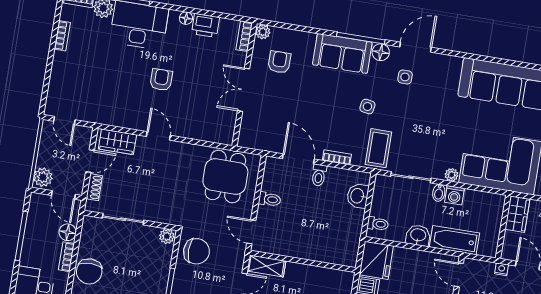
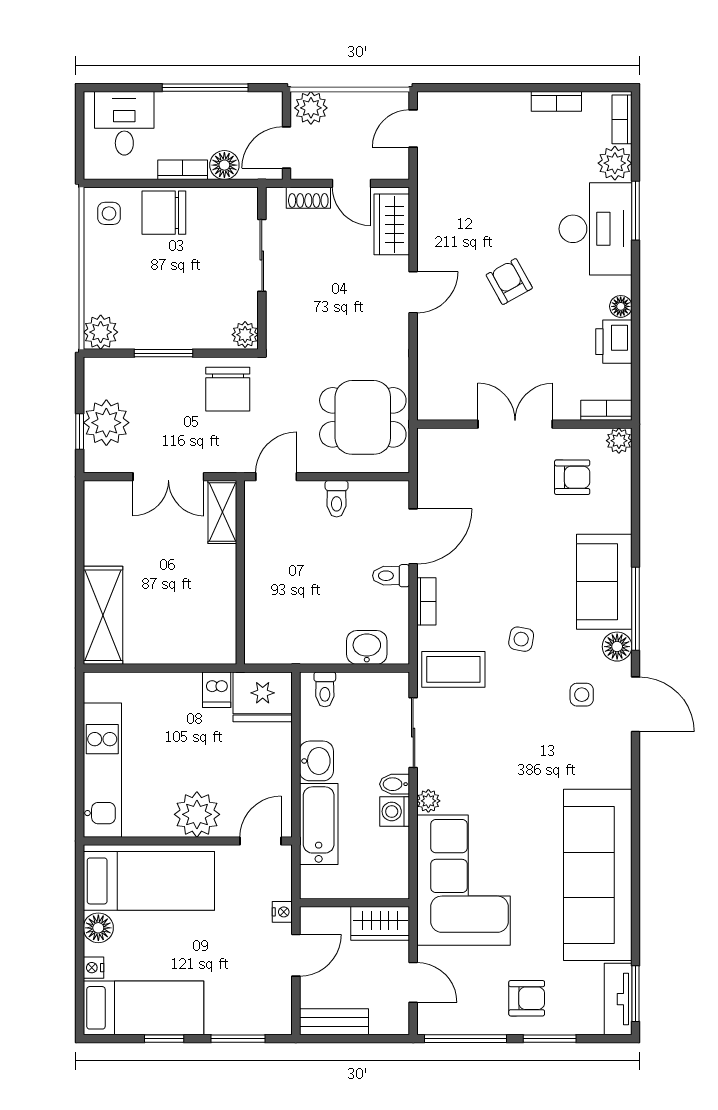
armchair: (161, 80) -> (509, 282), turned -119

